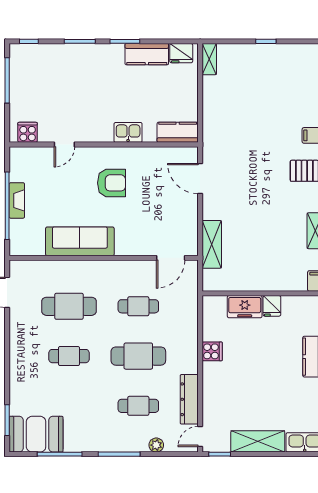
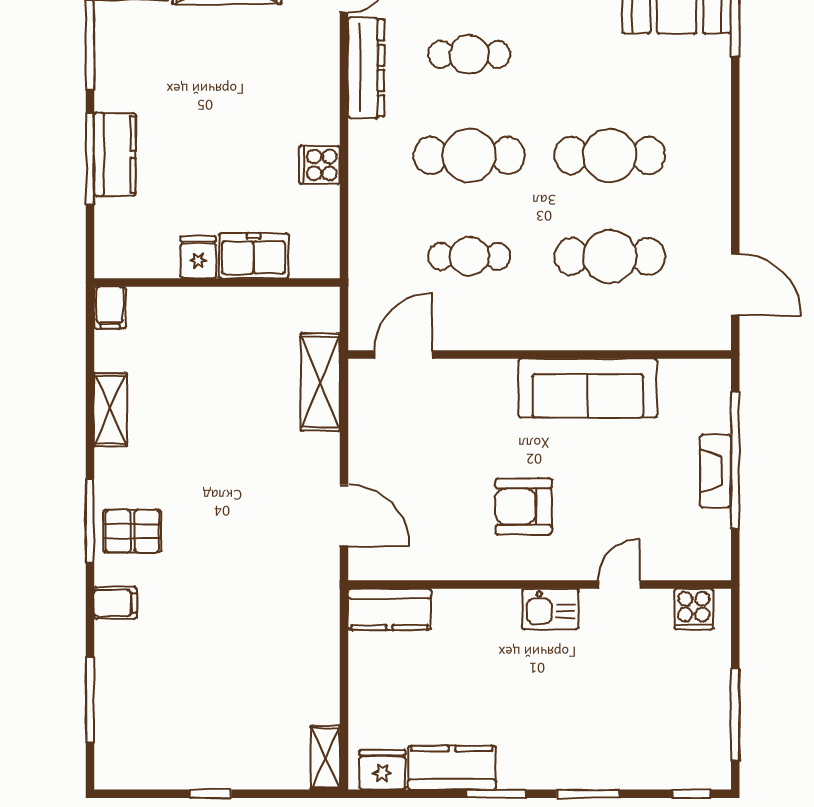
kitchen sink: (128, 132) -> (550, 609), moved
cafe table: (69, 356) -> (610, 155), width x1.37, depth x1.35

